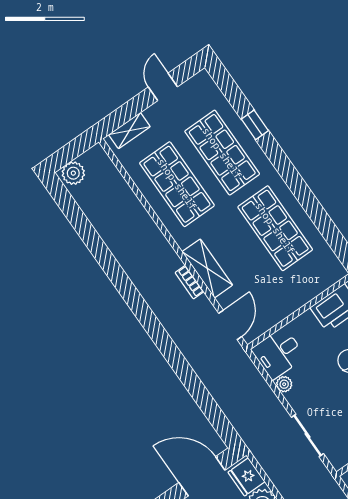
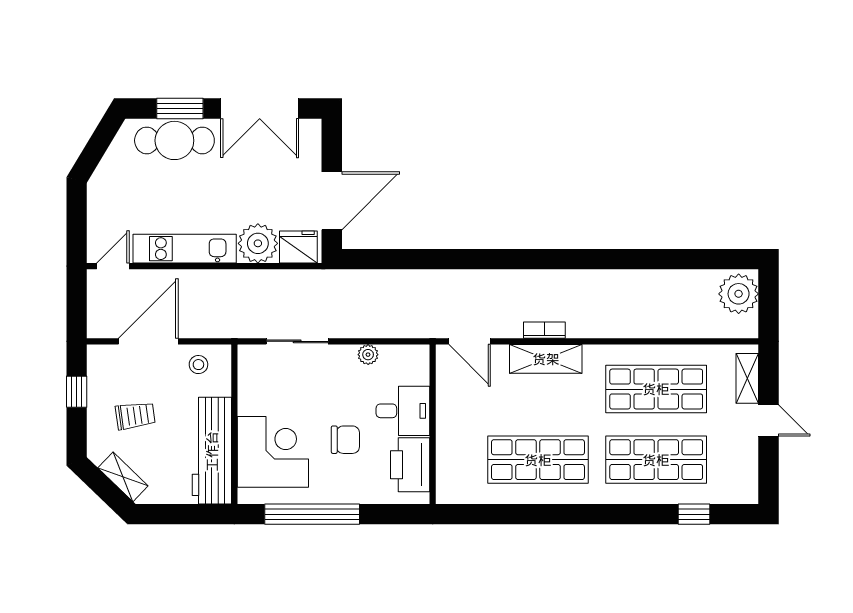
door: (163, 87) -> (769, 420), moved
window: (255, 125) -> (694, 514), moved
plant: (73, 173) -> (739, 294), width x1.36, depth x1.36
desk: (278, 353) -> (403, 411), moved, turned 90

